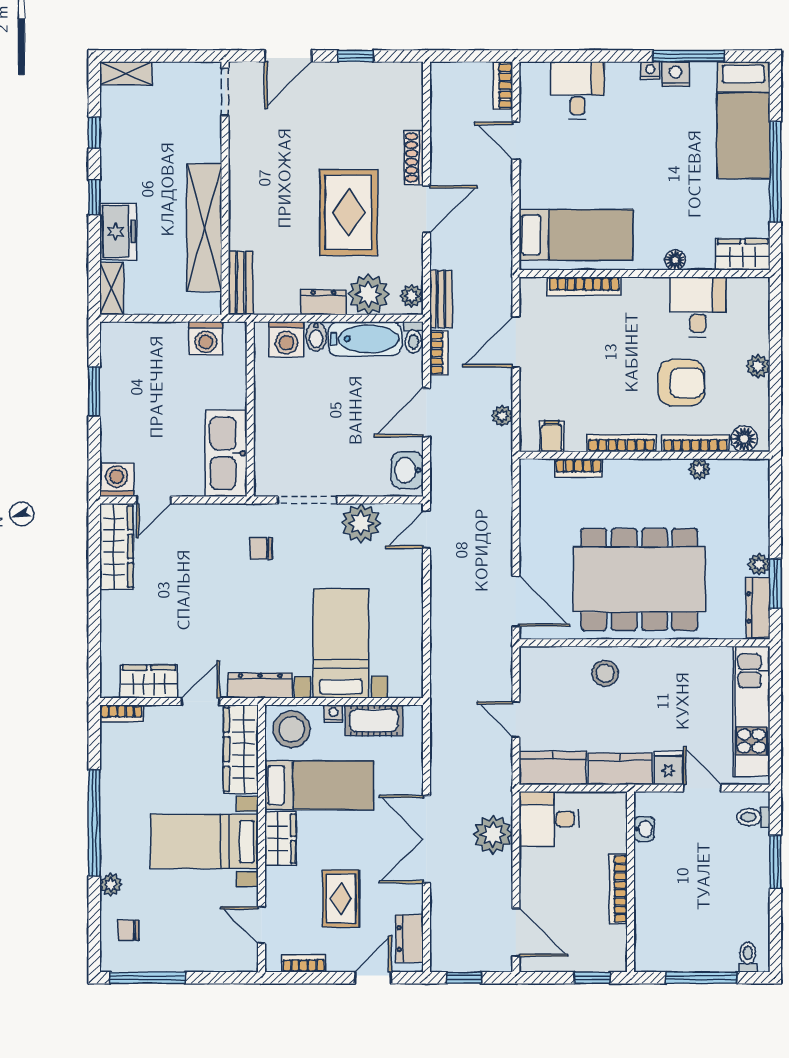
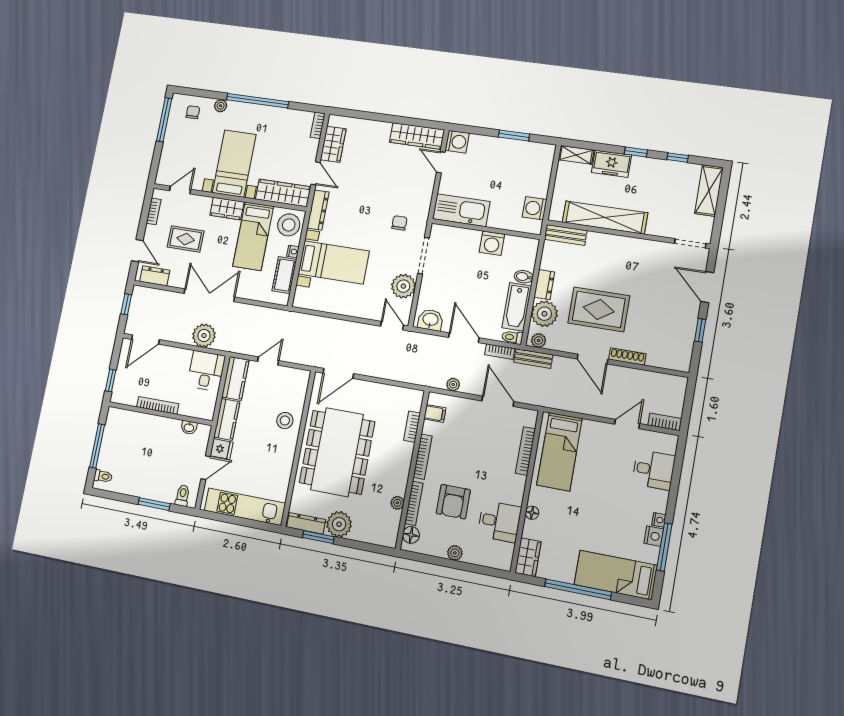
shelving: (126, 73) -> (709, 191), width x1.50, depth x1.33
washing machine: (286, 339) -> (492, 243), moved, turned -90
plant: (759, 564) -> (339, 524), width x1.88, depth x1.88

